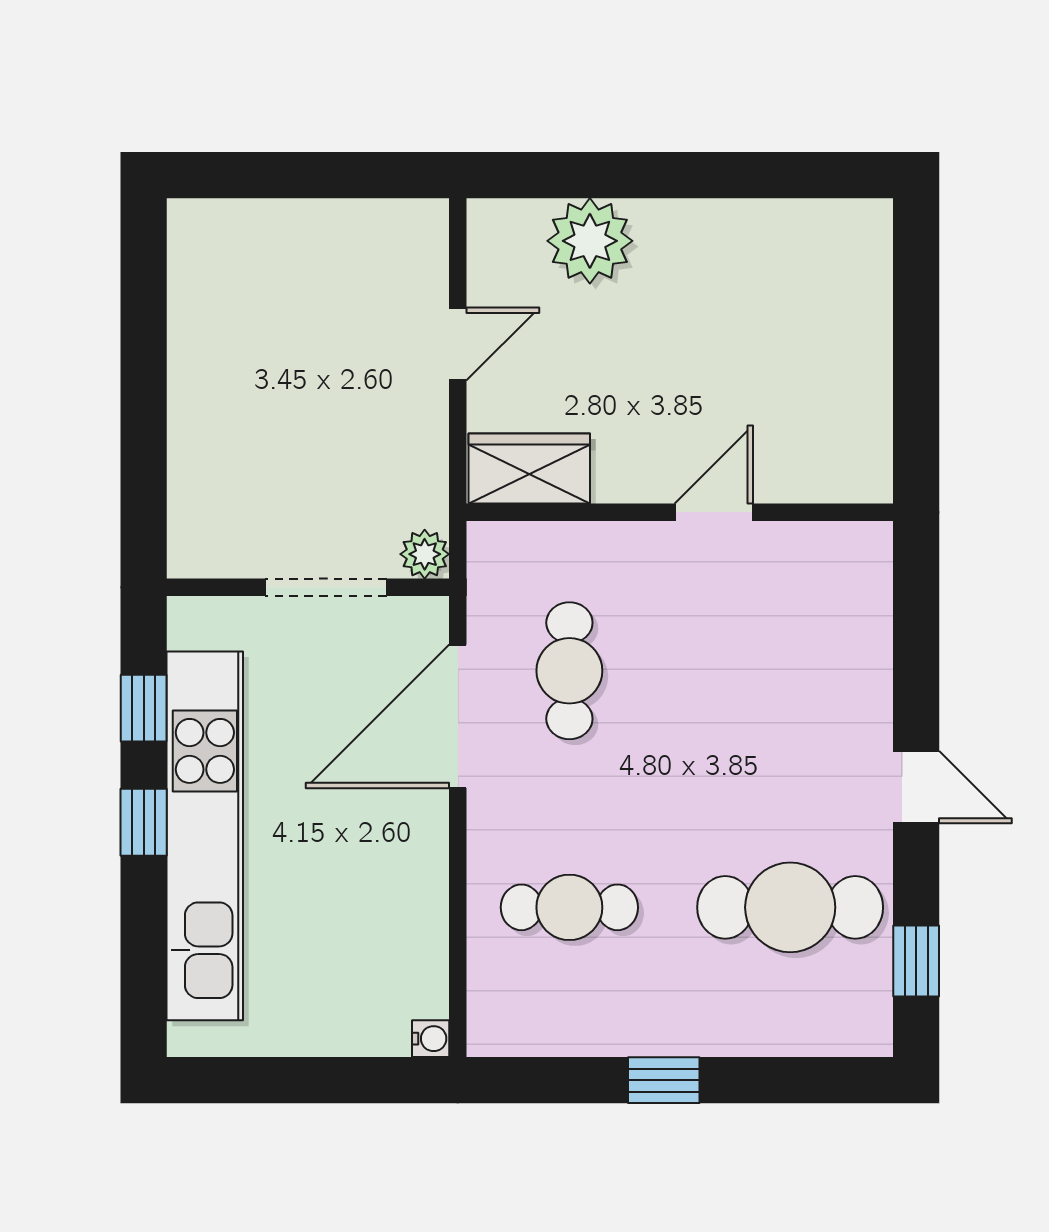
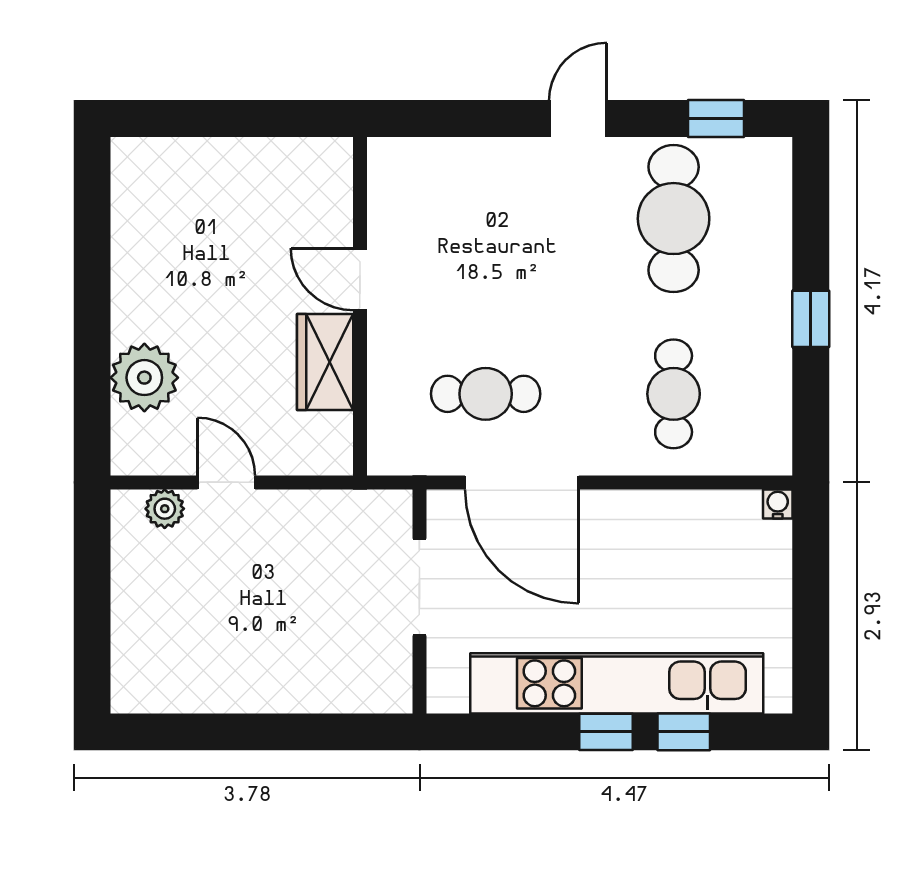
wardrobe: (529, 469) -> (325, 362), moved
plant: (425, 554) -> (165, 509), moved
window: (144, 708) -> (684, 732), moved

